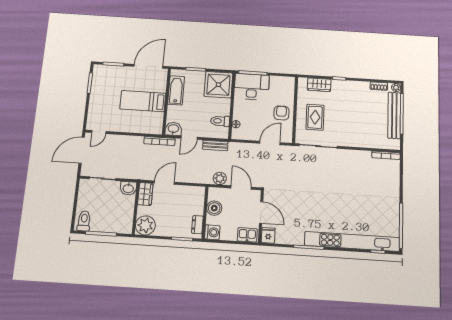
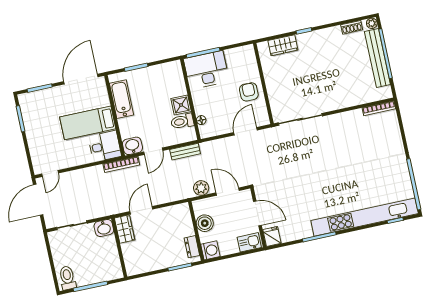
shower: (218, 85) -> (181, 105), moved, width x0.54, depth x0.54
rug: (315, 117) -> (288, 86), removed
desk: (151, 123) -> (105, 146), added
plant: (145, 225) -> (136, 264), removed

